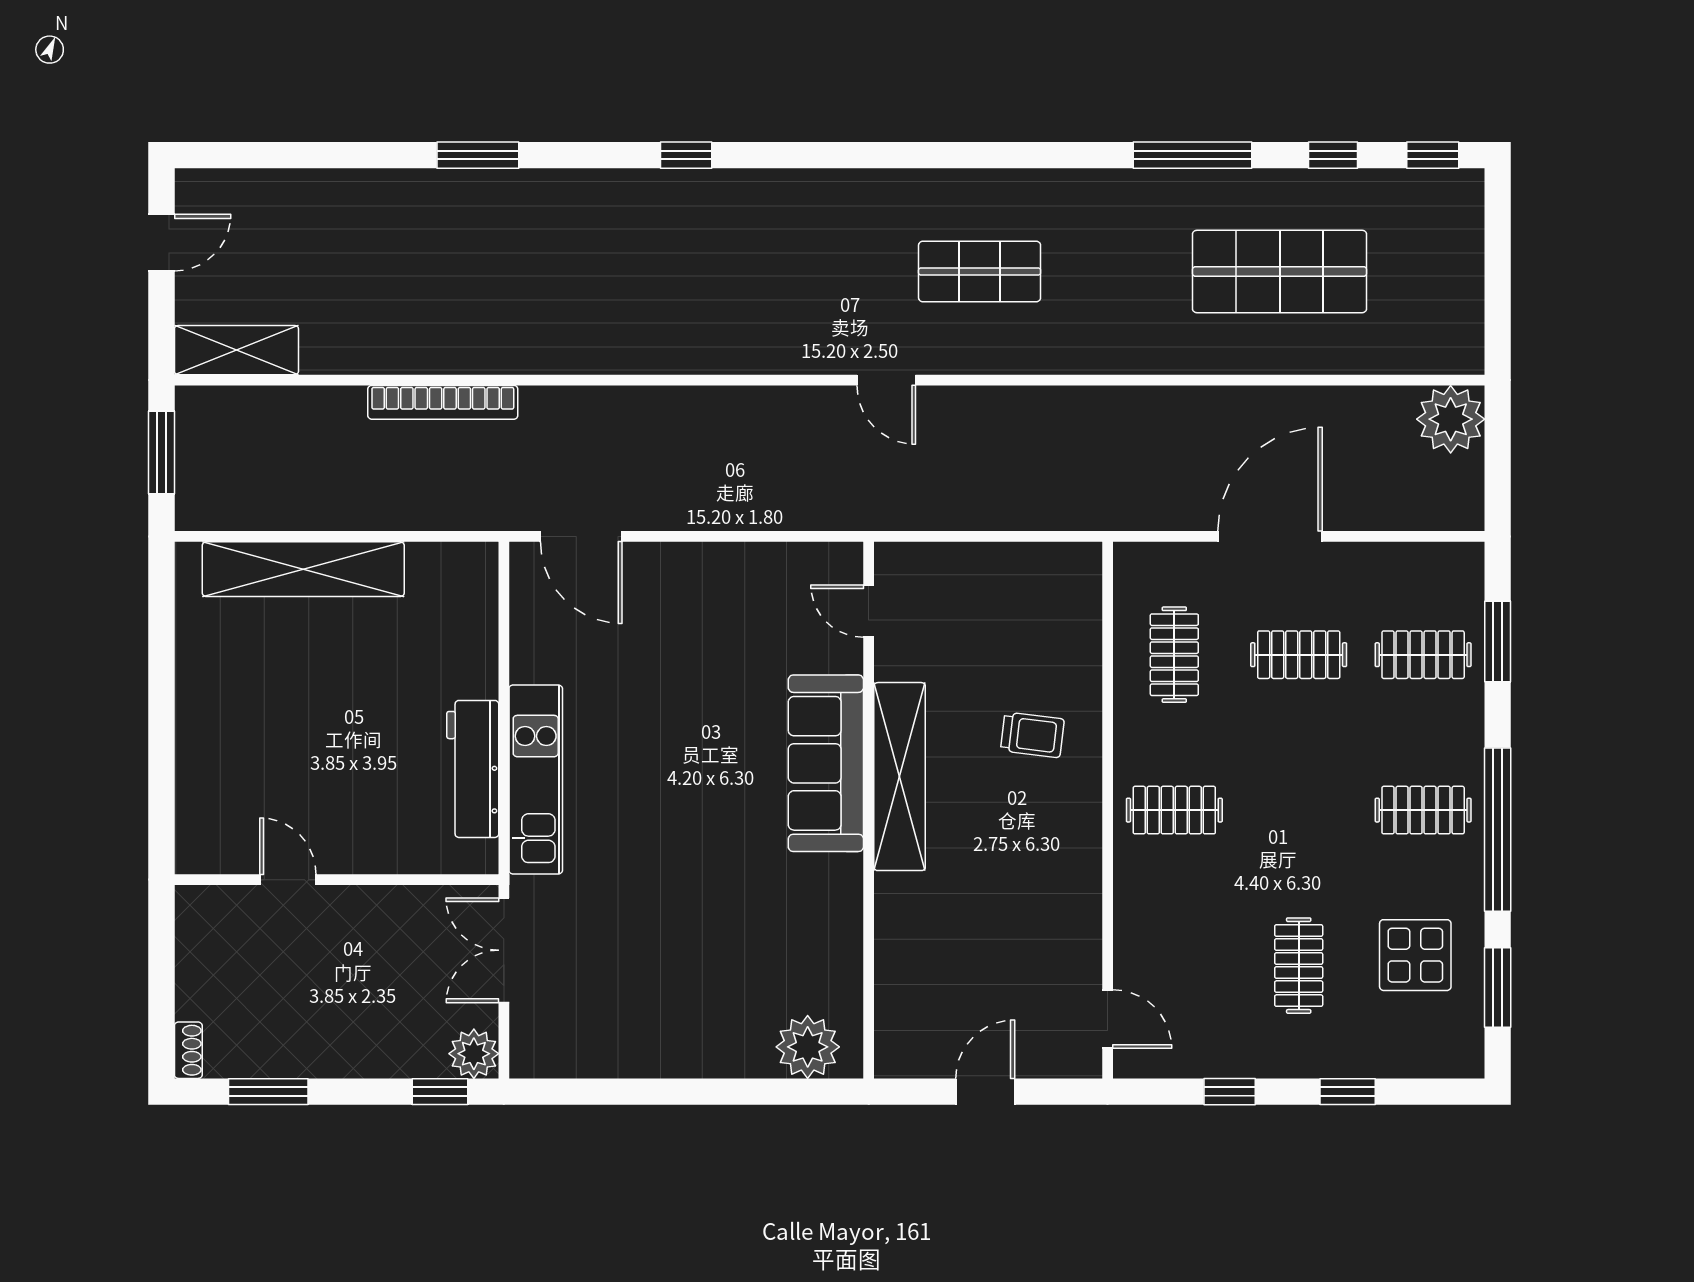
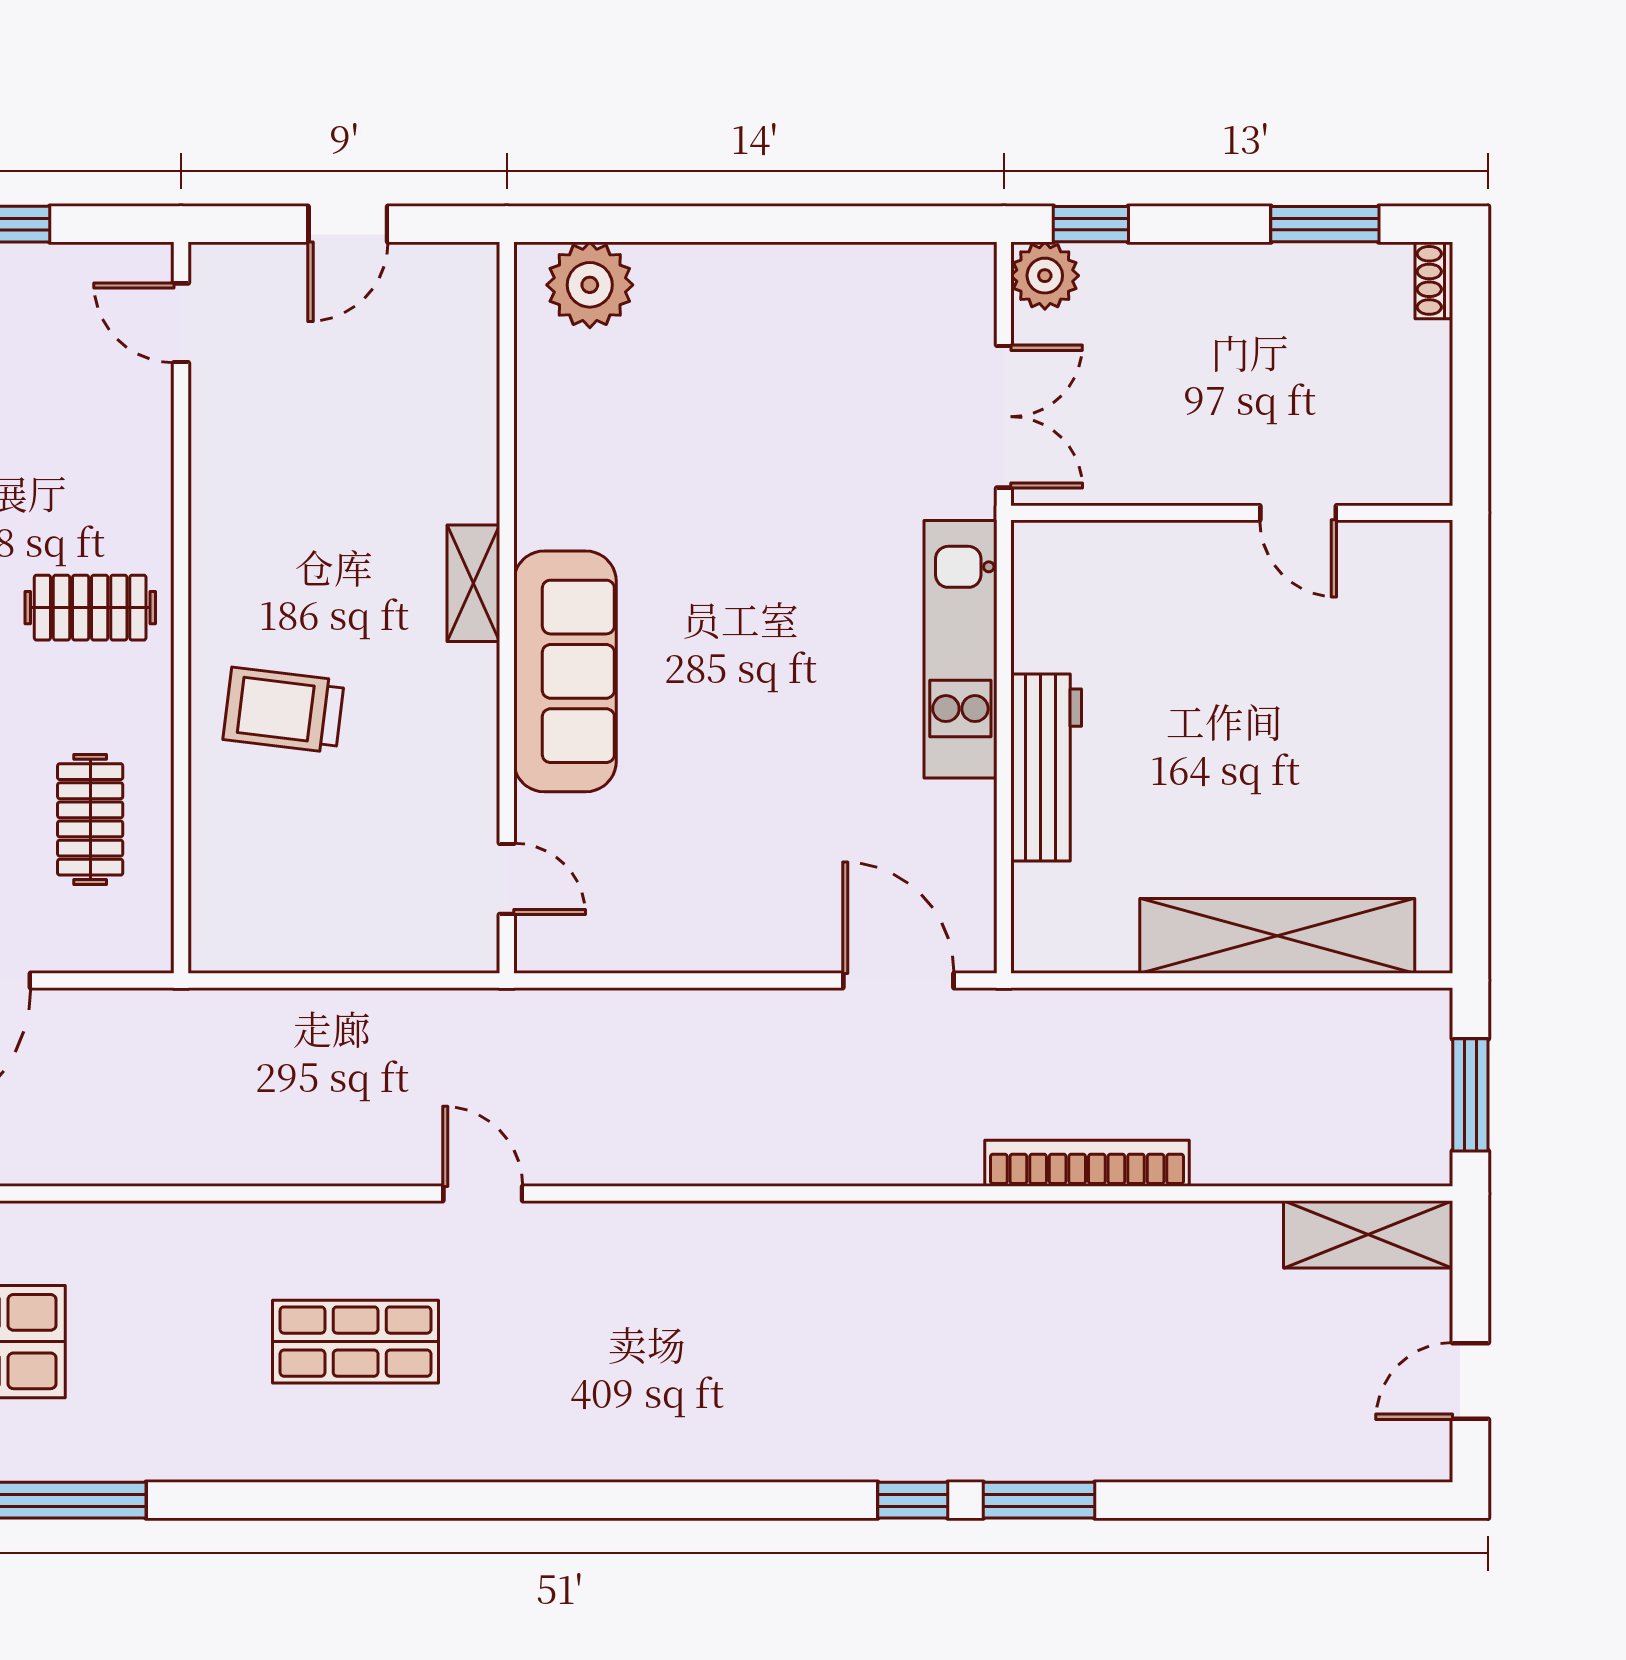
window: (686, 155) -> (913, 1500), moved
trolley: (1032, 735) -> (284, 710), width x1.36, depth x1.39
workbench: (473, 769) -> (1046, 768), moved
shelving: (900, 777) -> (473, 583), width x0.45, depth x0.75

